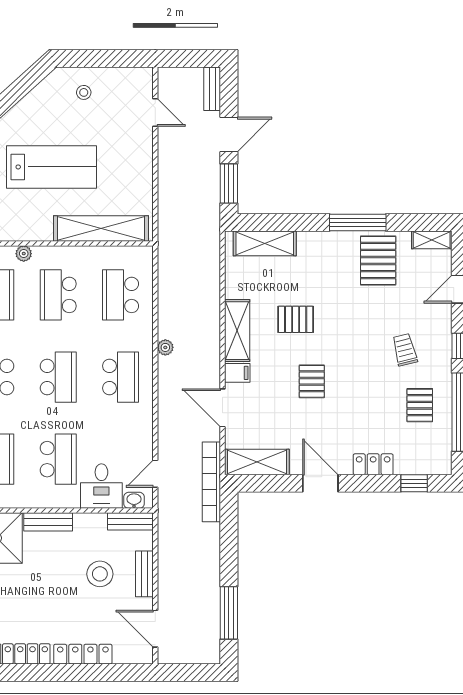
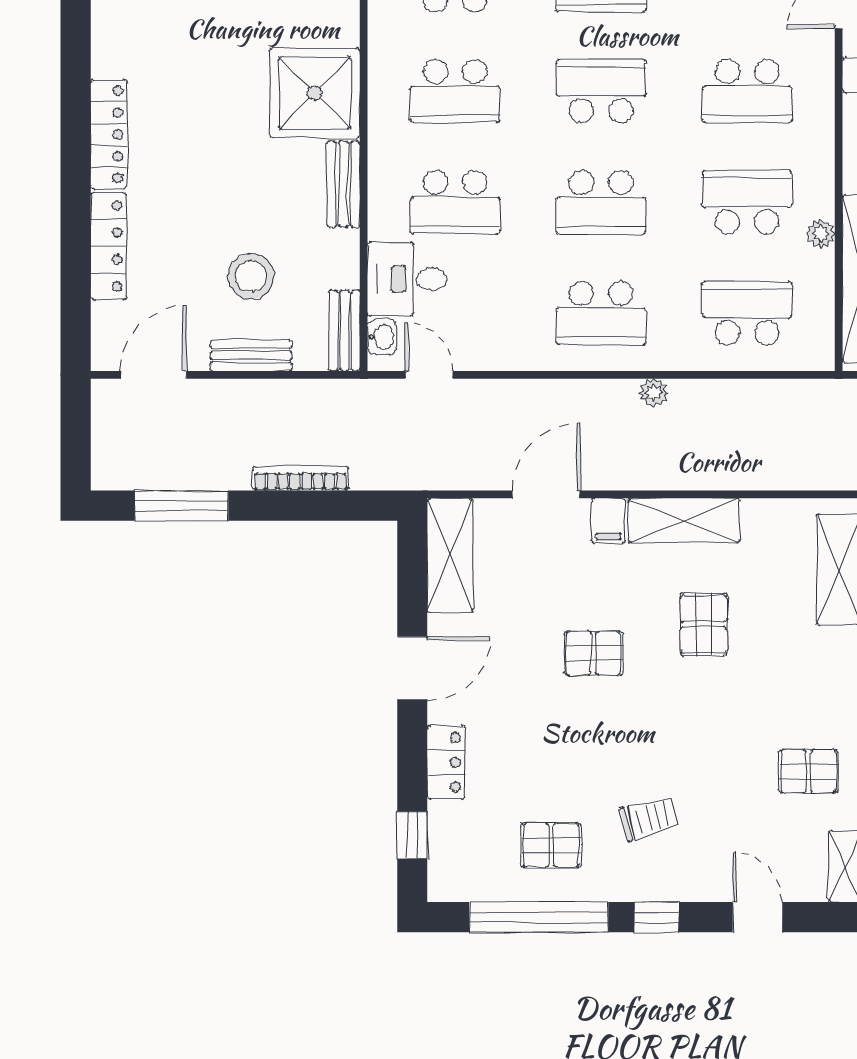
plant: (24, 254) -> (821, 234), moved
pallet: (378, 260) -> (808, 771), width x0.67, depth x0.71
bookcase: (211, 482) -> (301, 478), moved, width x0.68, depth x0.76

